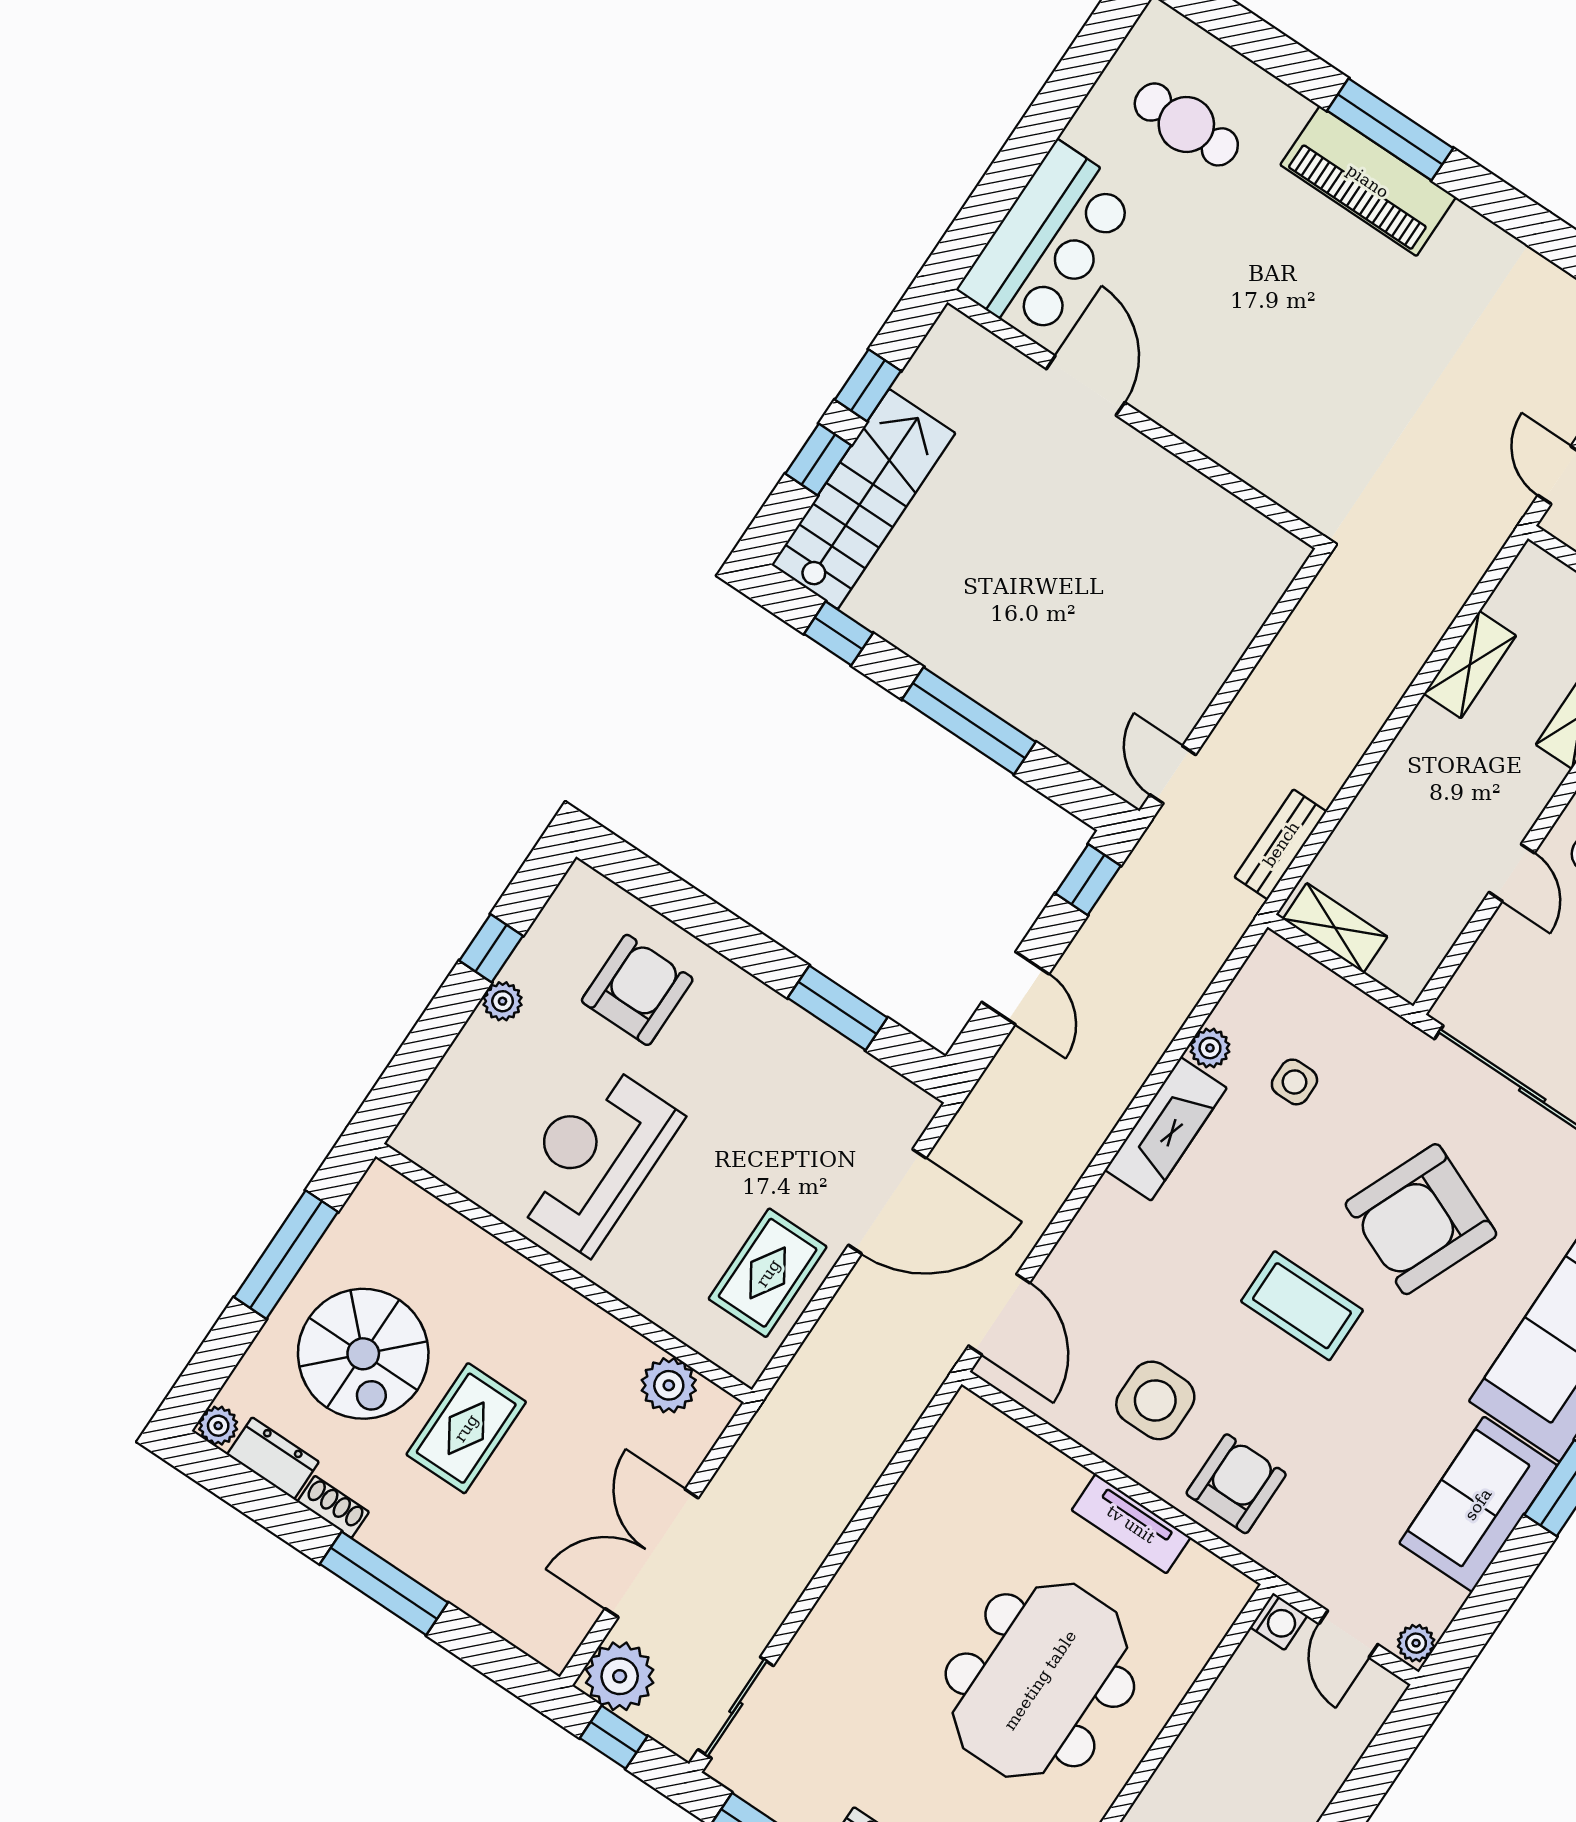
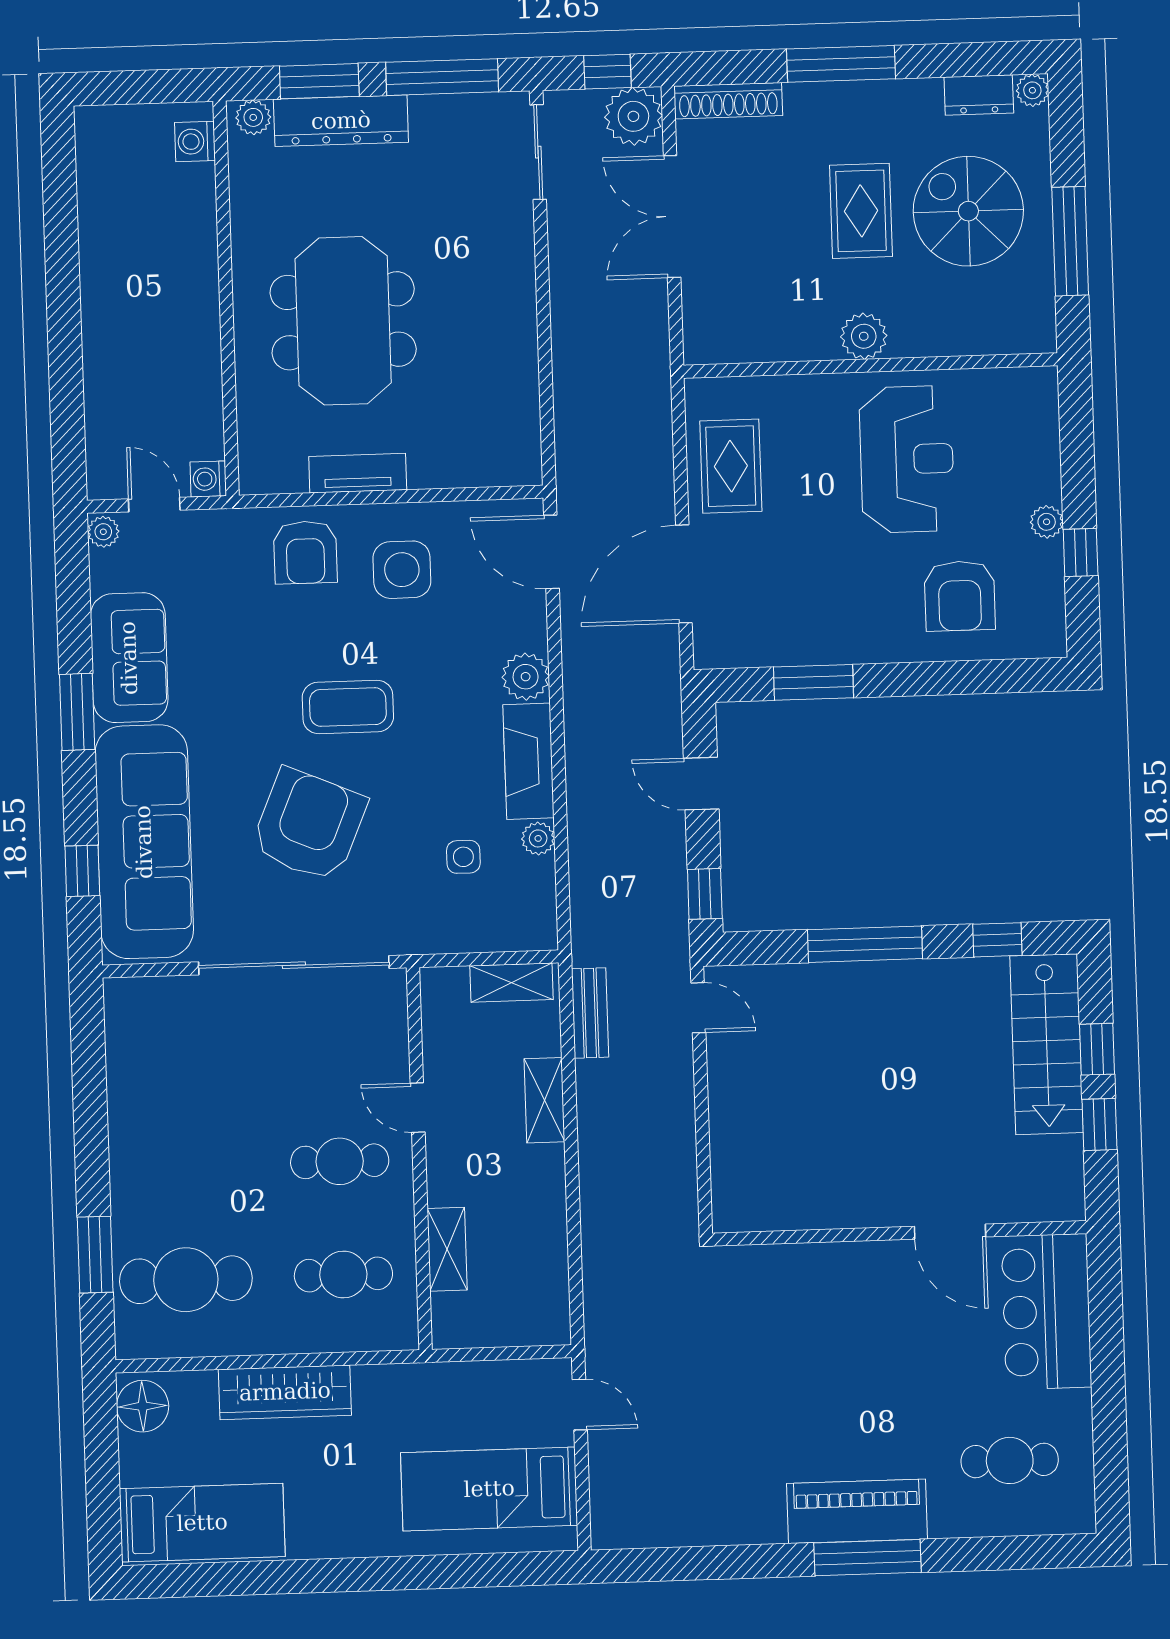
shelving: (1470, 665) -> (544, 1100), moved
plant: (1110, 1212) -> (526, 677), added
plant: (669, 1385) -> (864, 336), moved
shoe rack: (333, 1507) -> (728, 101), moved, width x1.94, depth x1.24
double door: (652, 1553) -> (672, 217), swing flipped

